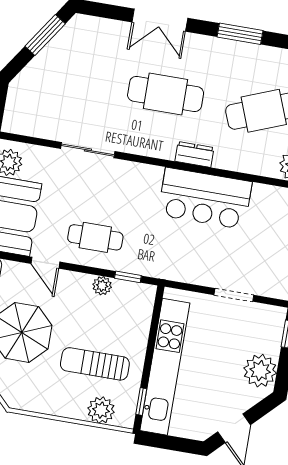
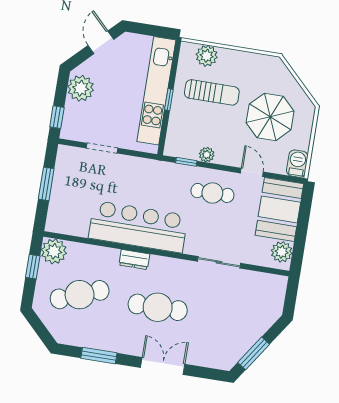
bar counter: (205, 198) -> (138, 227), width x1.36
window: (141, 401) -> (169, 100), moved

